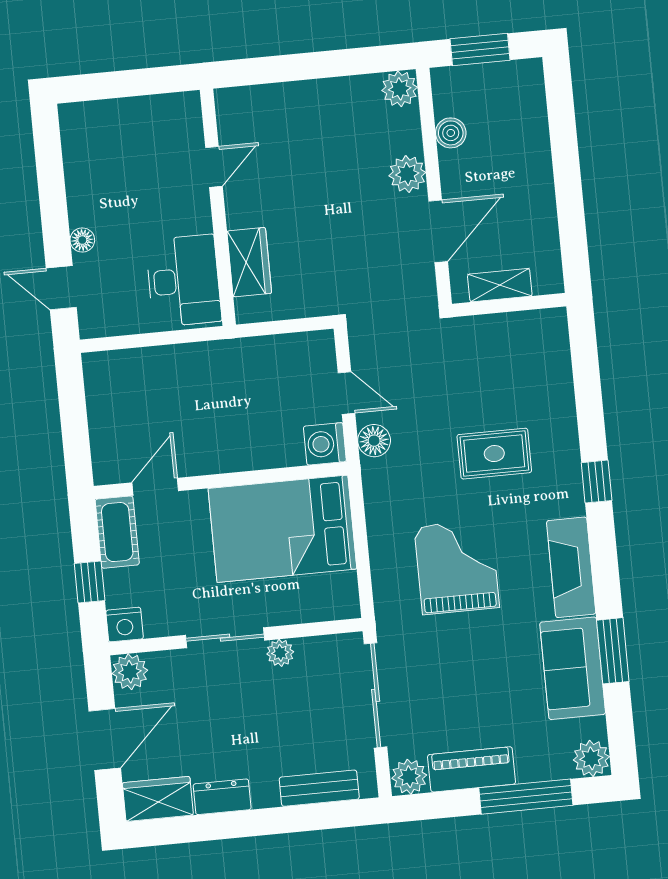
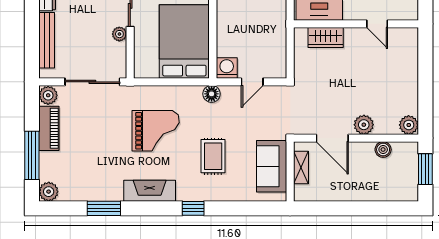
floor lamp: (374, 441) -> (212, 94), moved
sofa: (573, 668) -> (272, 166), moved, turned -90
bench: (319, 788) -> (47, 40), width x1.36

